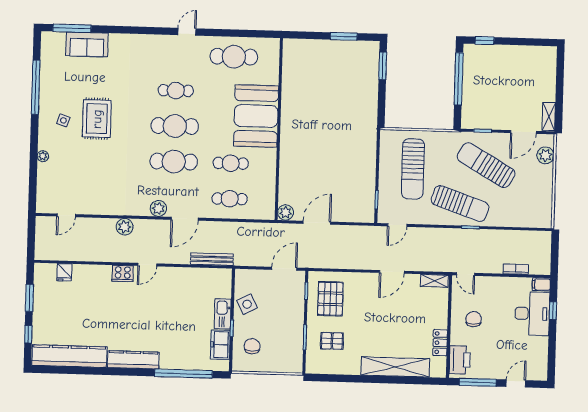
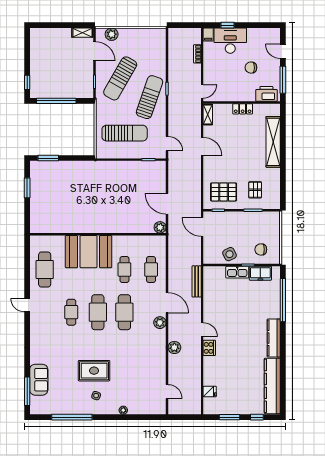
chair: (474, 319) -> (251, 68), moved
locker: (440, 343) -> (243, 109), moved

